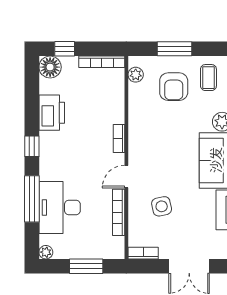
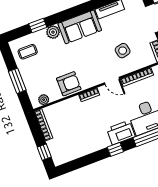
floor lamp: (50, 67) -> (60, 157), removed
armchair: (174, 87) -> (69, 84), moved
printer: (52, 113) -> (121, 133), moved

